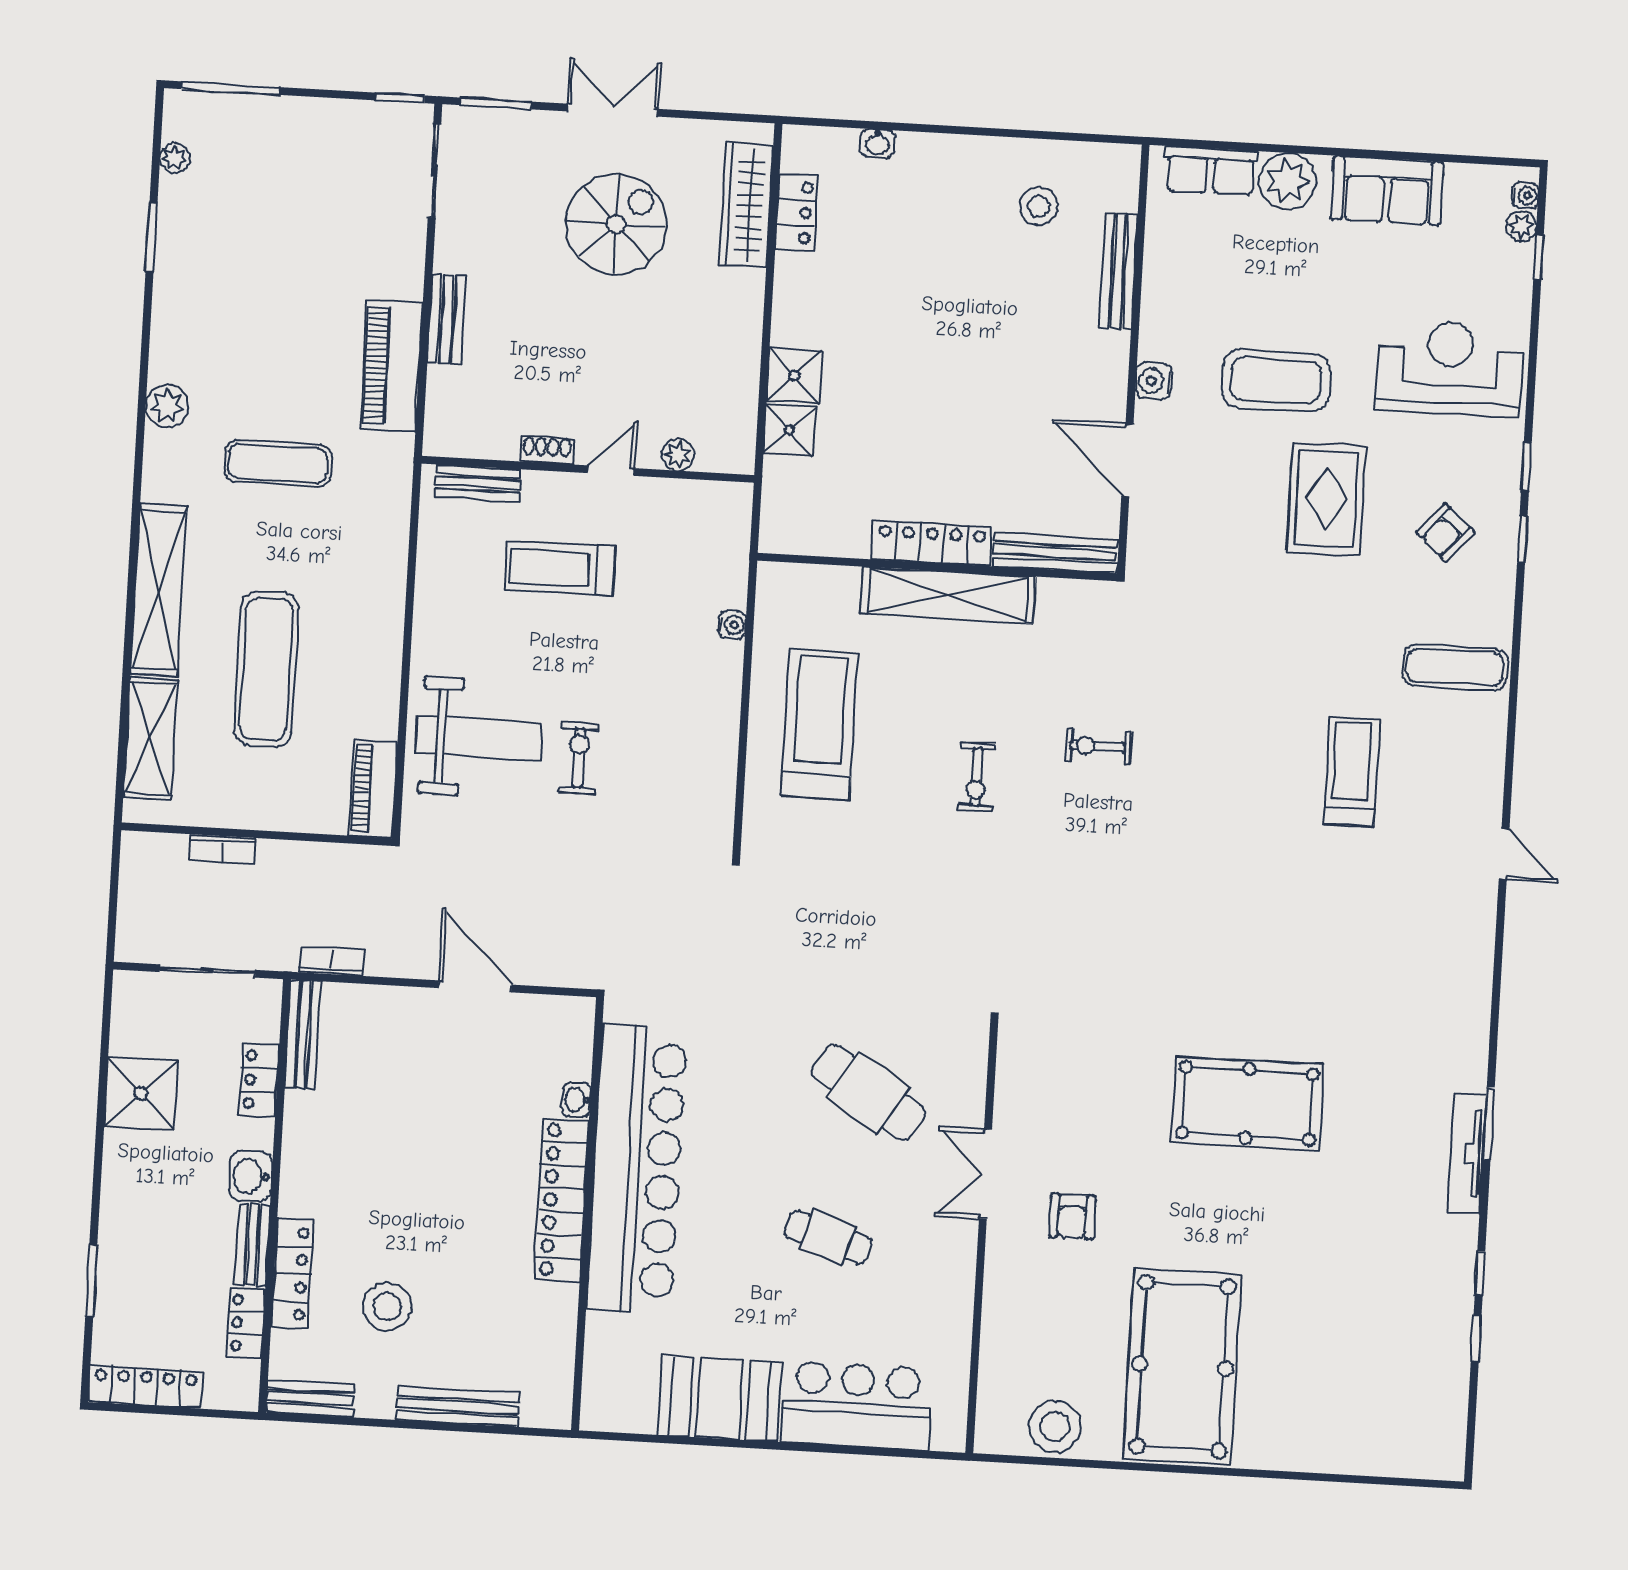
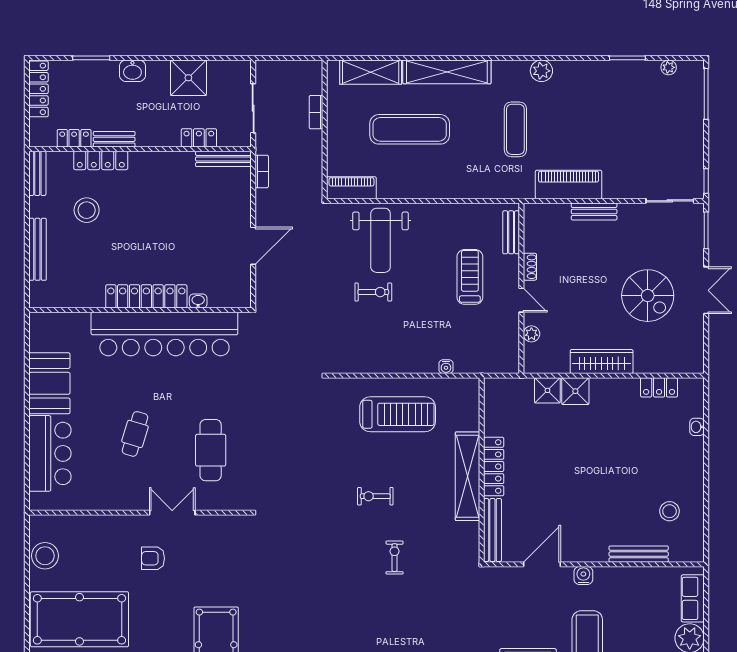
wardrobe: (746, 206) -> (602, 362), moved
cafe table: (868, 1092) -> (211, 450), turned -33
washbasin: (251, 1176) -> (132, 71), moved, turned 180

